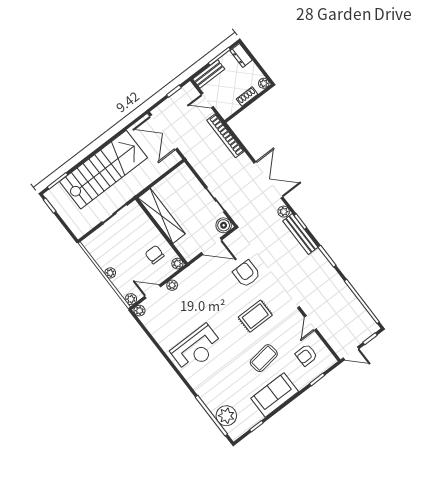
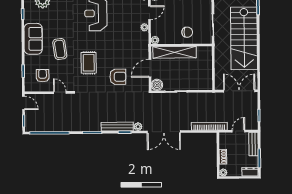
shelving: (162, 216) -> (175, 52), moved
chair: (155, 255) -> (187, 32), moved
door: (351, 353) -> (23, 103), swing flipped

